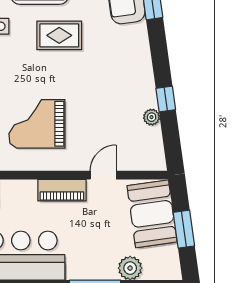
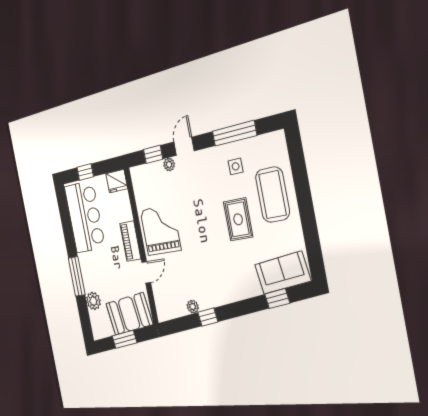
grand piano: (37, 124) -> (160, 230), moved
door: (103, 175) -> (146, 272), hinge flipped

